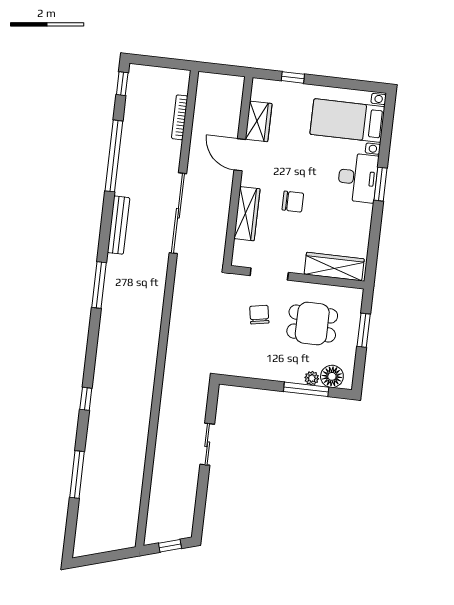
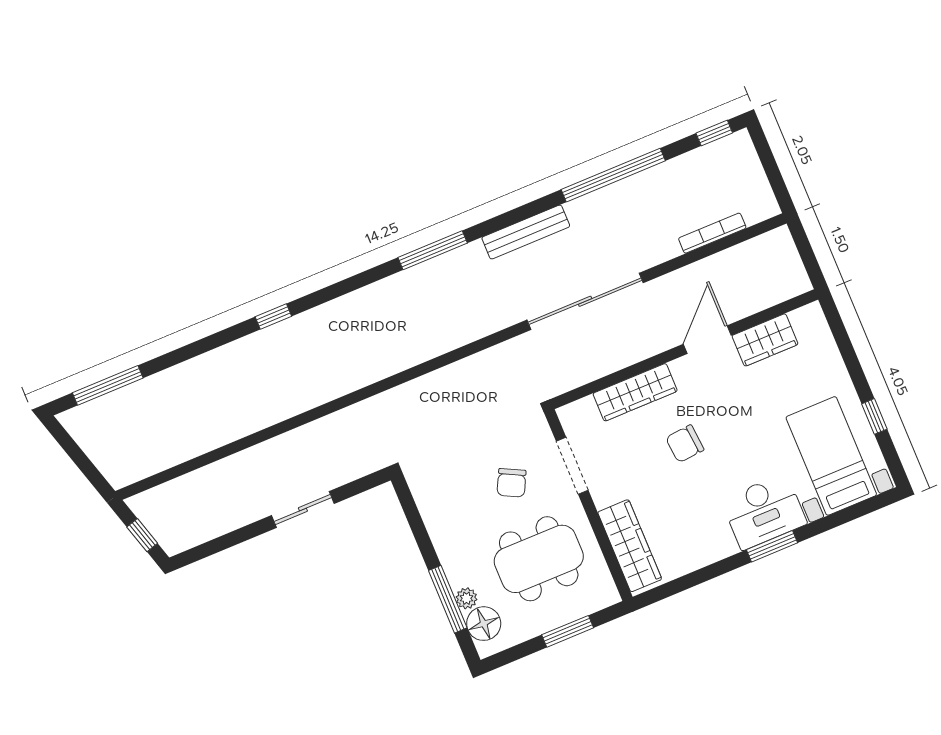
window: (293, 77) -> (874, 416), moved
chair: (293, 202) -> (685, 444), turned 85
chair: (259, 315) -> (511, 483), turned 127
dining table: (312, 324) -> (539, 559), width x1.38
window: (77, 475) -> (108, 385), moved

